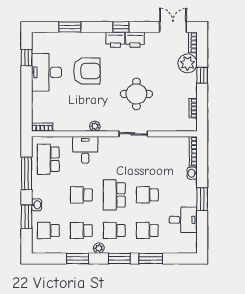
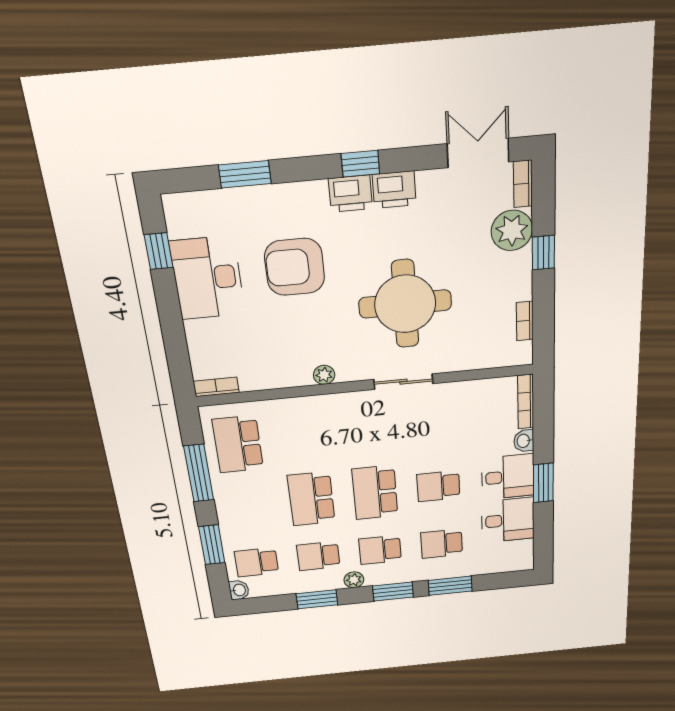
armchair: (87, 71) -> (295, 267), turned 180
round table: (136, 94) -> (405, 304), width x1.36, depth x1.36
desk: (85, 150) -> (508, 477), moved, turned 90
school desk: (81, 195) -> (311, 499), width x1.85
washbasin: (37, 205) -> (239, 590), moved

